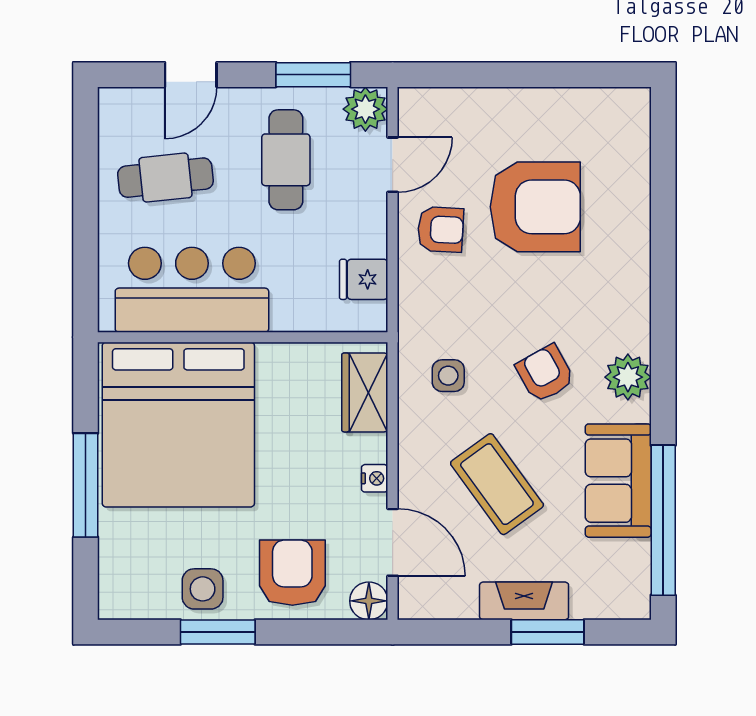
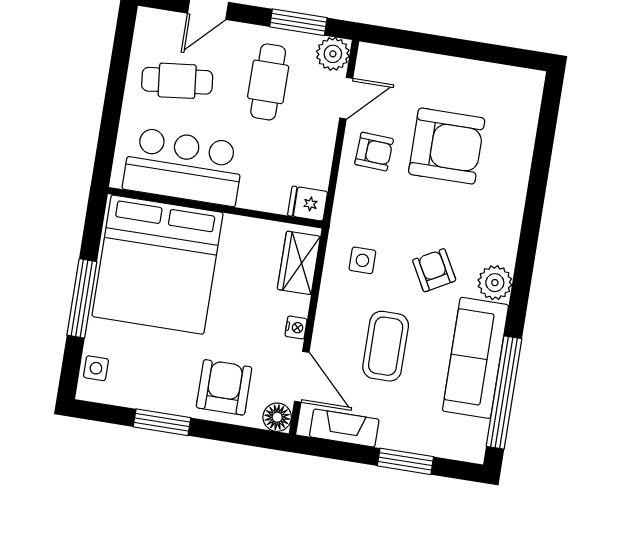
fridge: (364, 279) -> (308, 203), moved
sofa: (618, 481) -> (475, 358), width x1.36
coffee table: (497, 484) -> (386, 346), turned 36
side table: (203, 589) -> (96, 368), moved, width x0.73, depth x0.73
fireplace: (524, 601) -> (344, 428), moved

